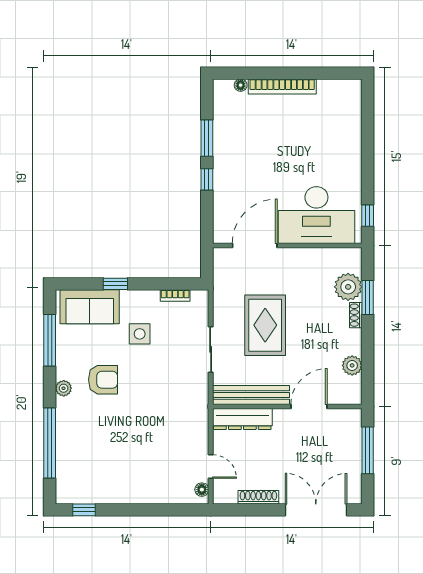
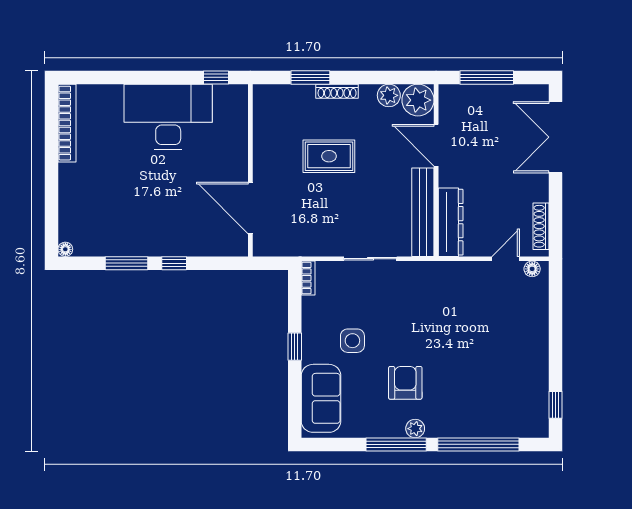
floor lamp: (241, 85) -> (65, 249), moved
bookcase: (282, 87) -> (67, 123), moved
desk: (316, 215) -> (168, 117), moved, turned -90
window: (115, 284) -> (295, 347), moved
plant: (348, 287) -> (418, 100), moved
bookcase: (175, 295) -> (308, 278), moved
shoe rack: (356, 315) -> (337, 91), width x1.43
rug: (265, 325) -> (329, 156), moved, width x0.73, depth x0.70
window: (50, 340) -> (396, 444), moved
shoe rack: (258, 497) -> (541, 226), moved

